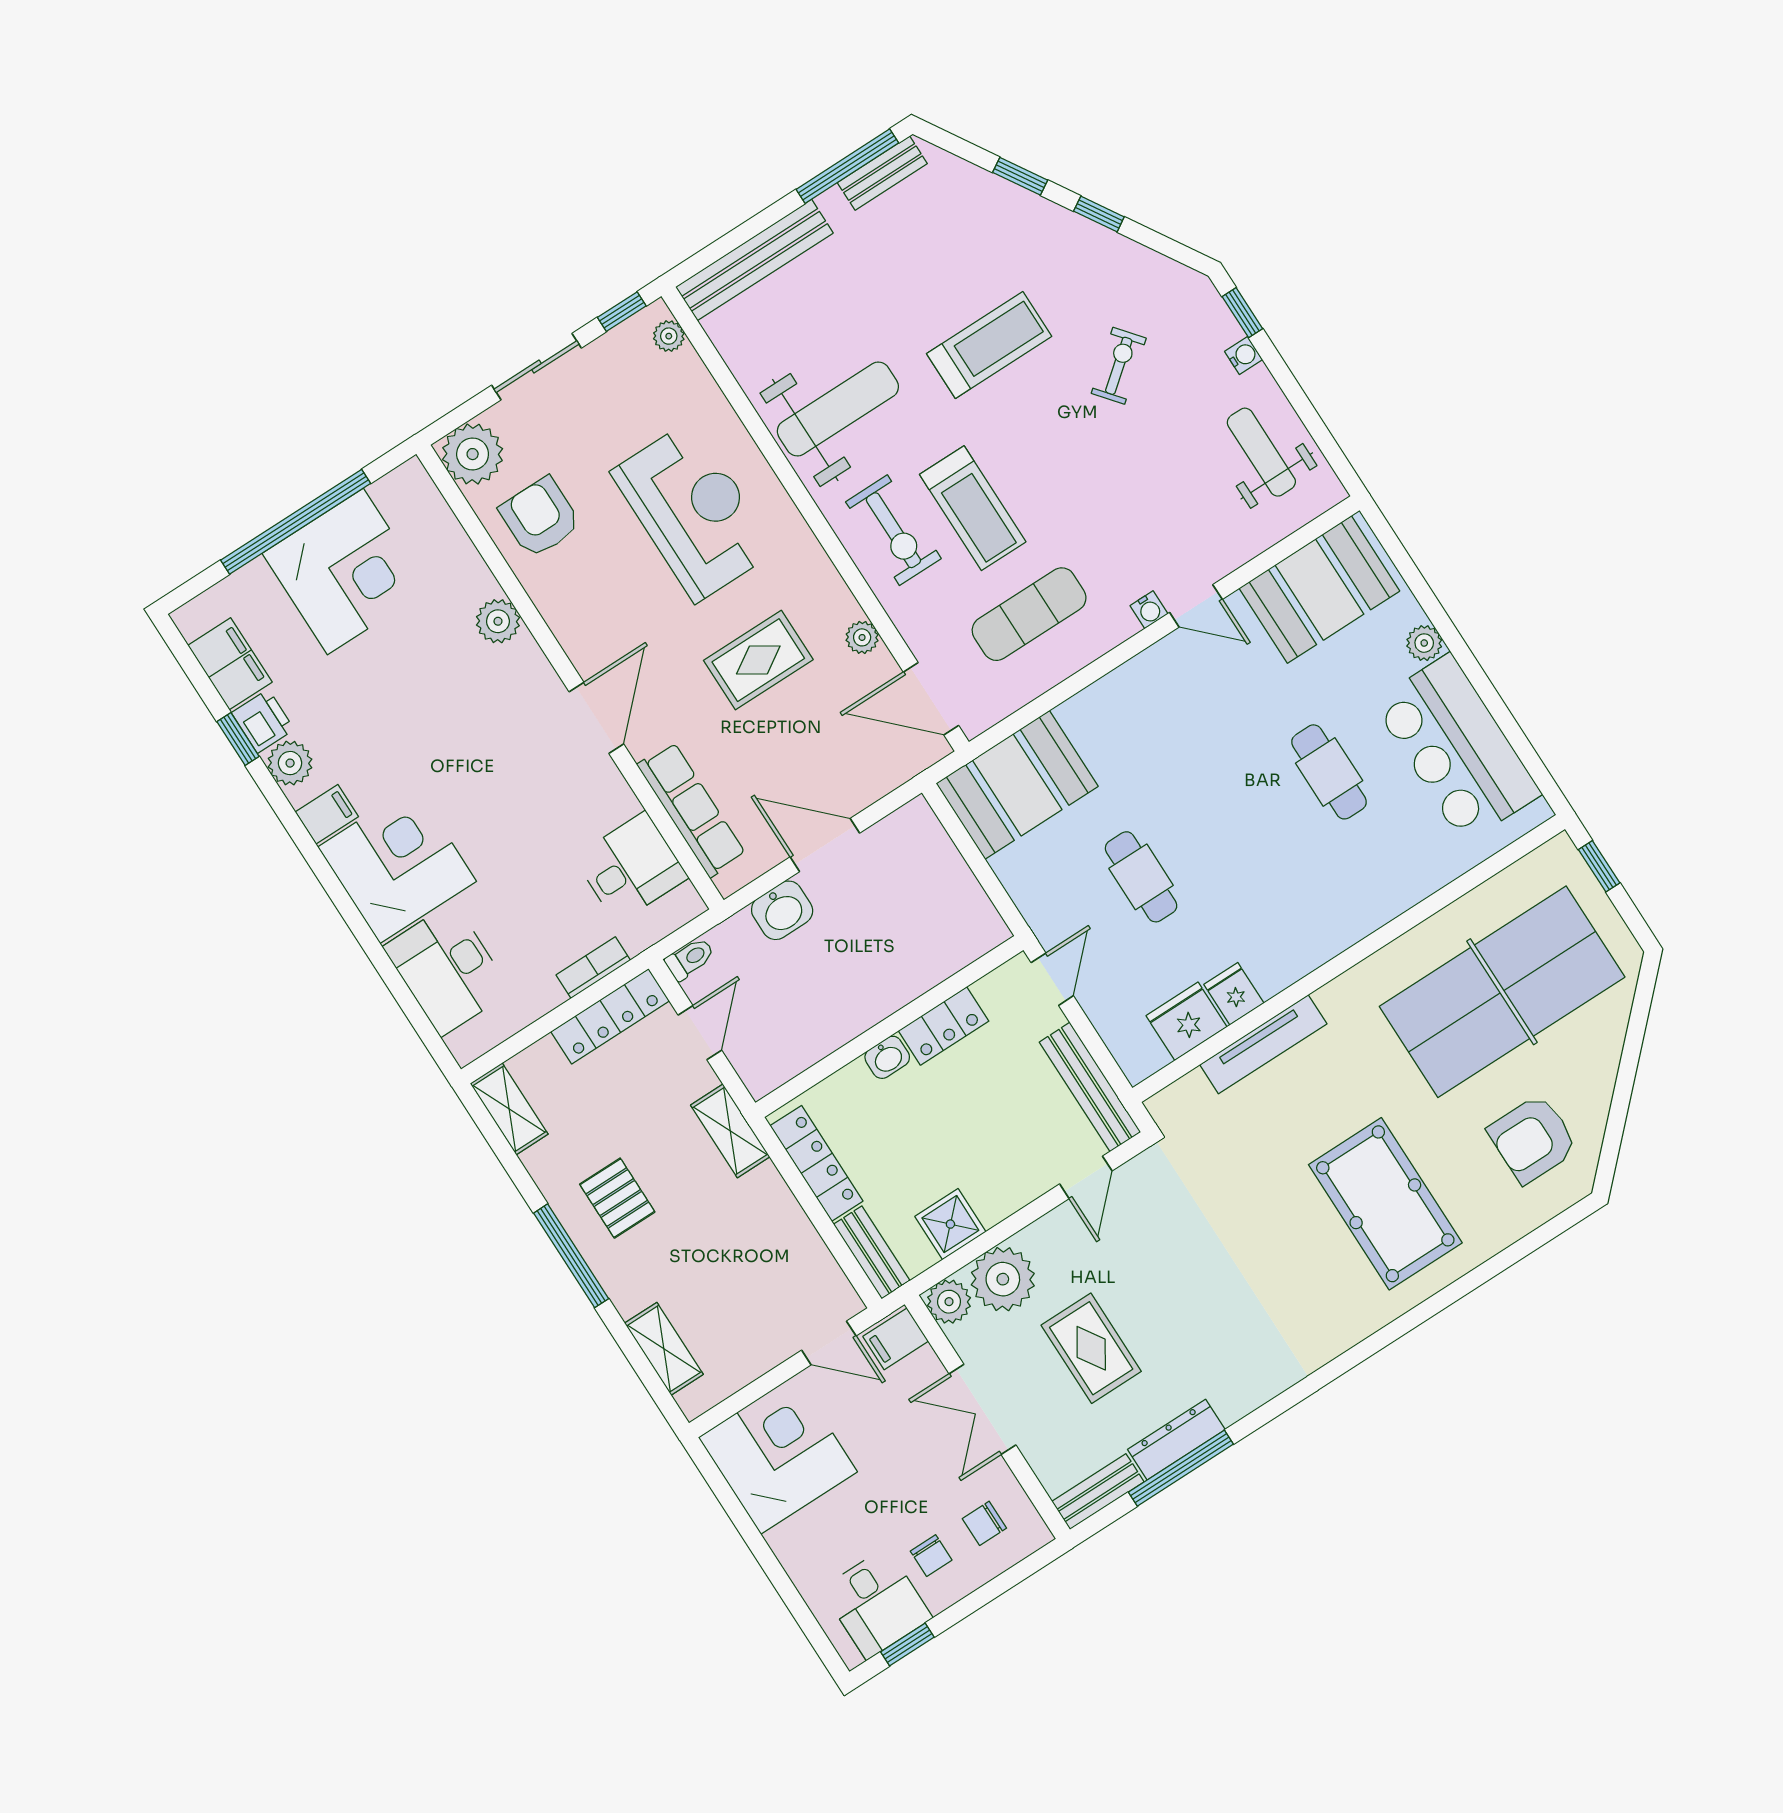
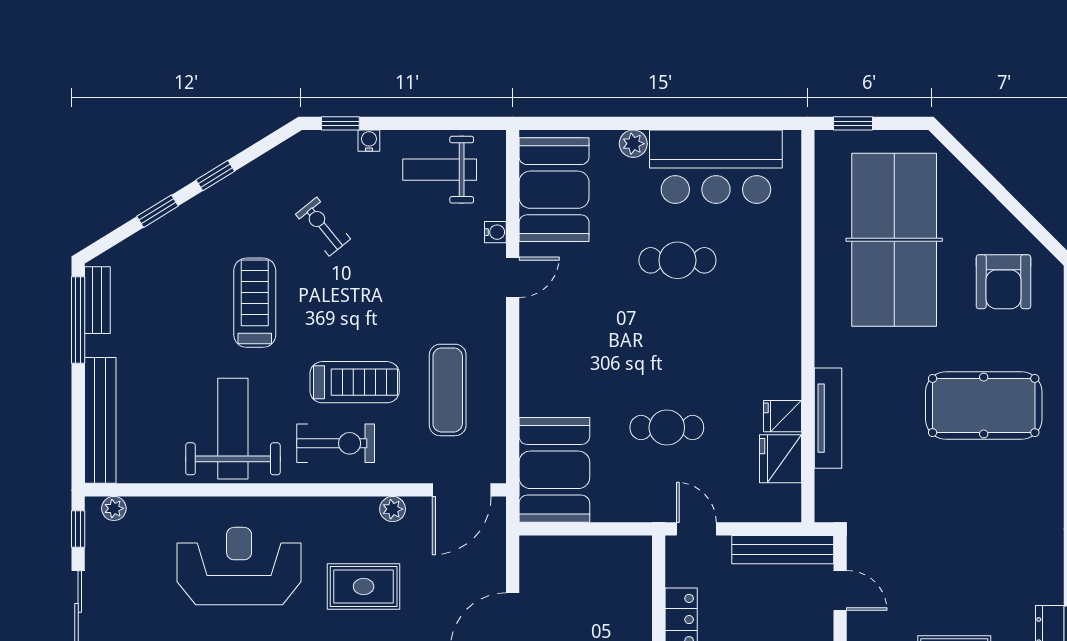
water cooler: (1149, 610) -> (495, 232), moved
rug: (758, 660) -> (364, 586), turned 90

